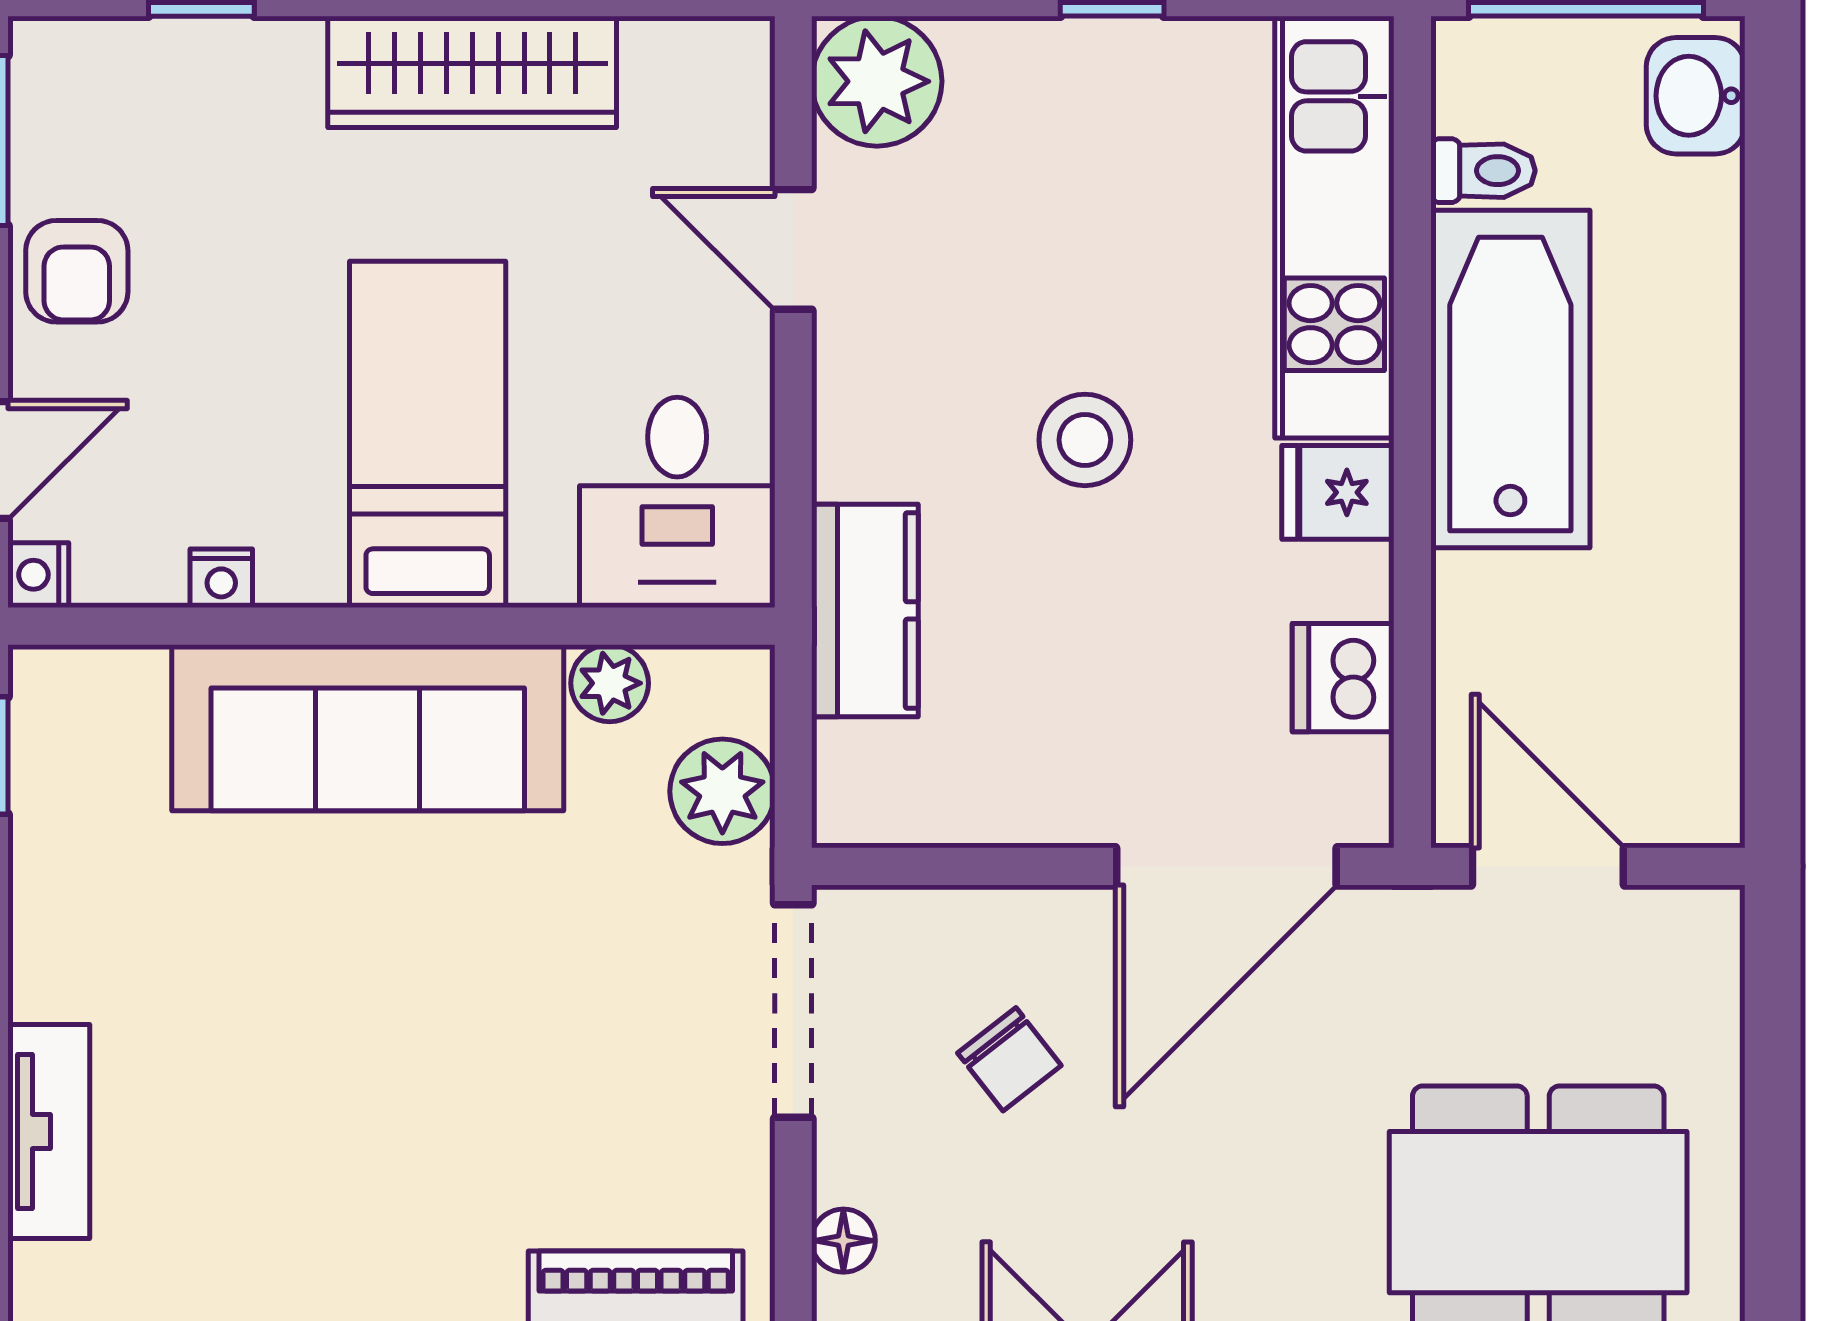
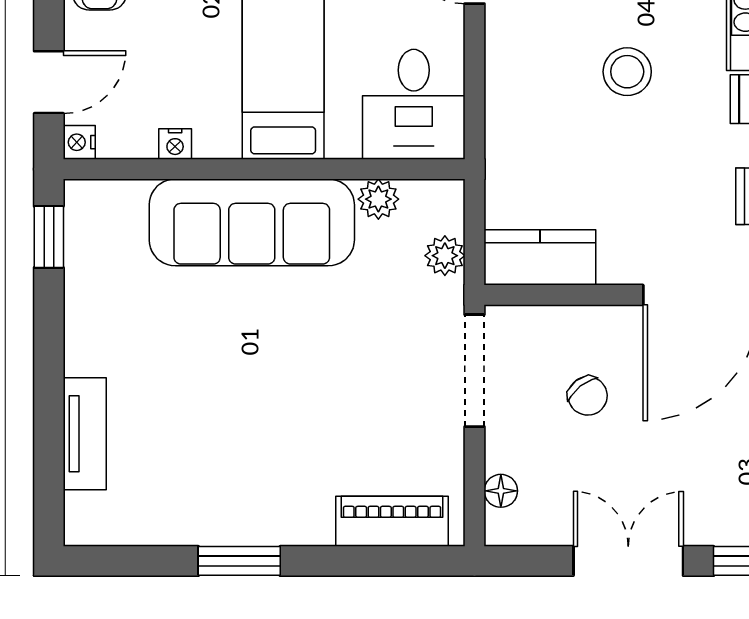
kitchen counter: (865, 610) -> (540, 257), moved, turned -90
plant: (722, 791) -> (445, 256), width x0.73, depth x0.73

